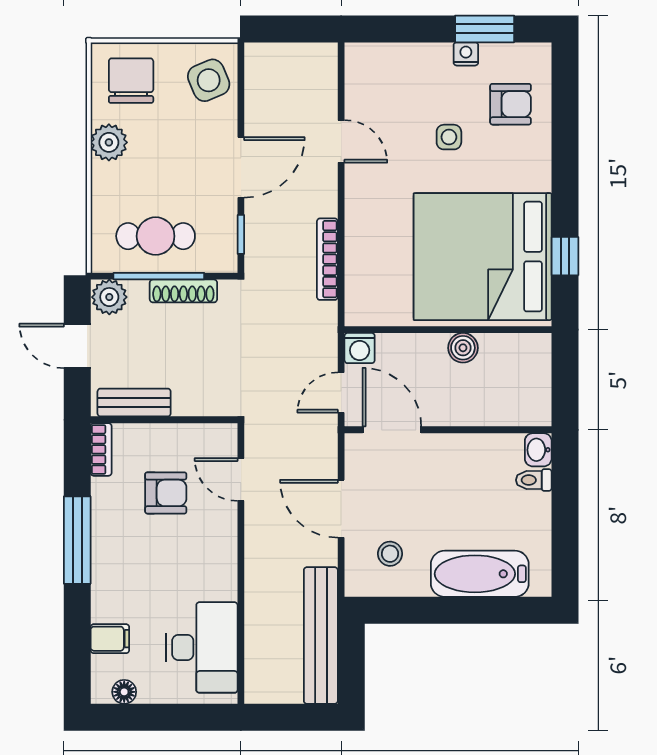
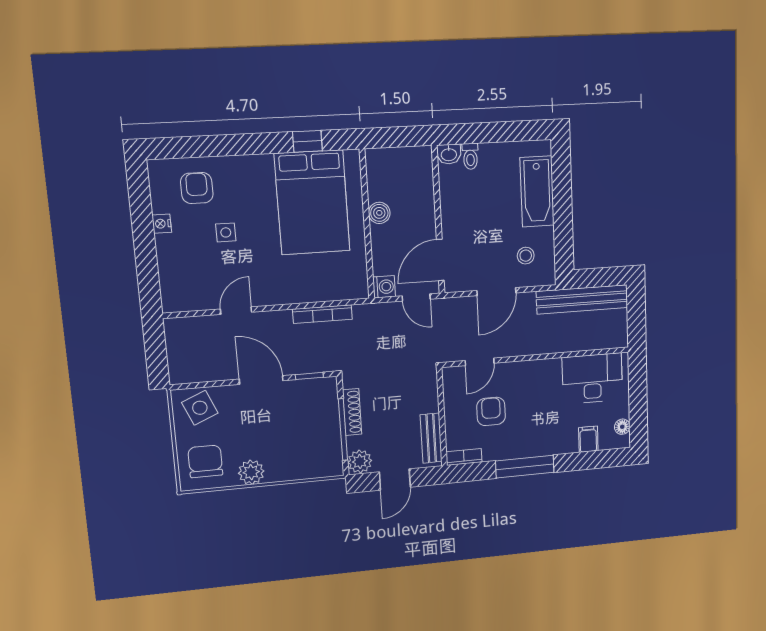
window: (485, 29) -> (141, 211), removed
chair: (131, 81) -> (205, 461), turned 90
cafe table: (156, 236) -> (315, 434), removed
bed: (483, 257) -> (312, 202), width x0.73

